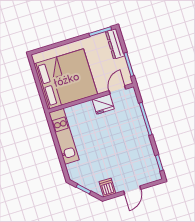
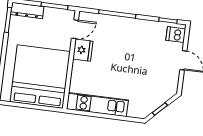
door: (117, 90) -> (75, 29), swing flipped
dishwasher: (107, 188) -> (176, 35), moved

